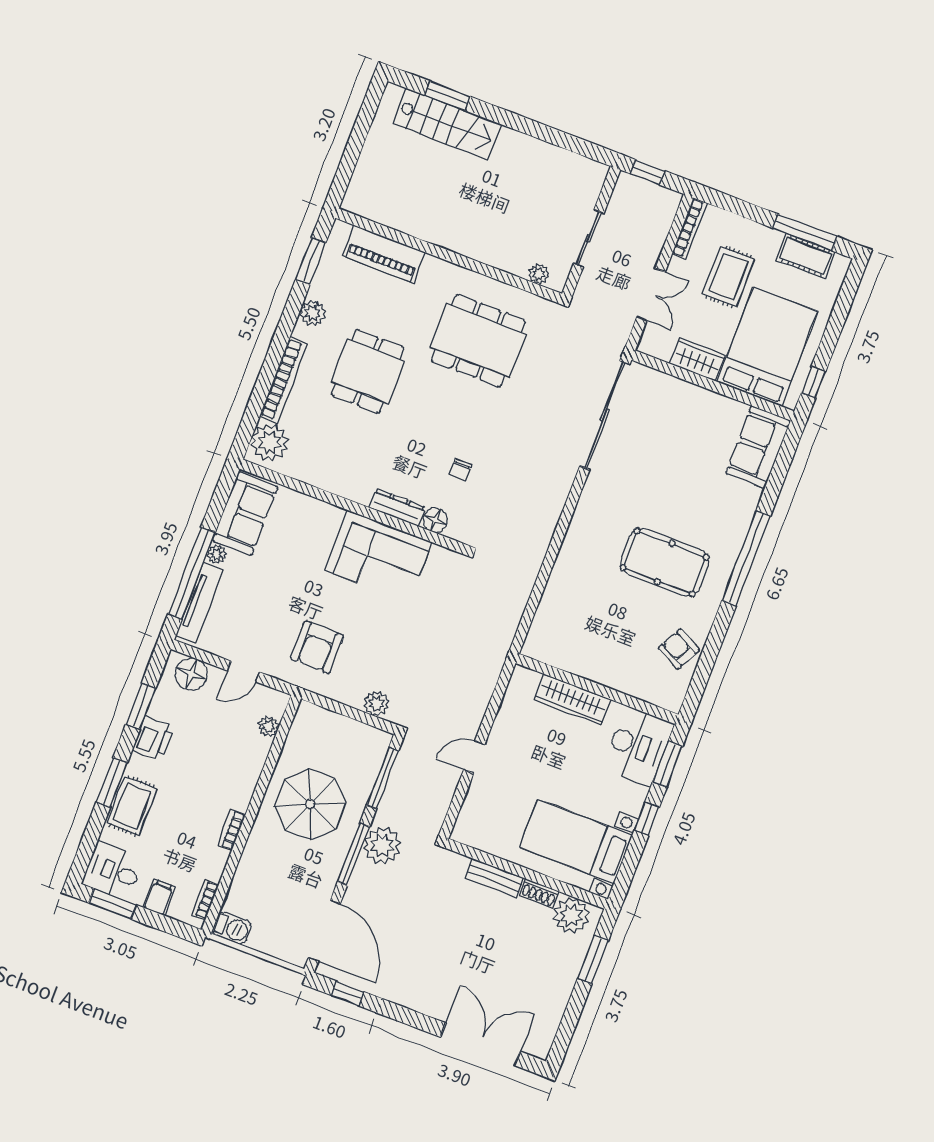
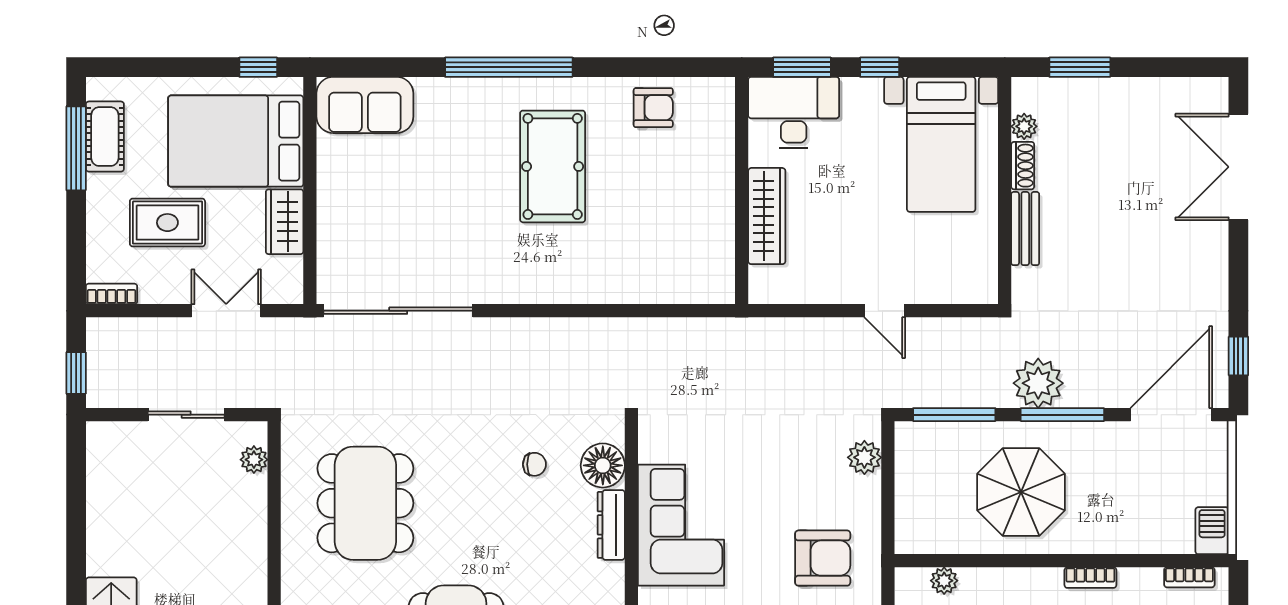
bookcase: (690, 228) -> (111, 294), width x0.64
floor lamp: (435, 520) -> (603, 465), width x1.38, depth x1.38
armchair: (679, 649) -> (653, 108), turned -118
plant: (571, 915) -> (1024, 126), width x0.53, depth x0.53

